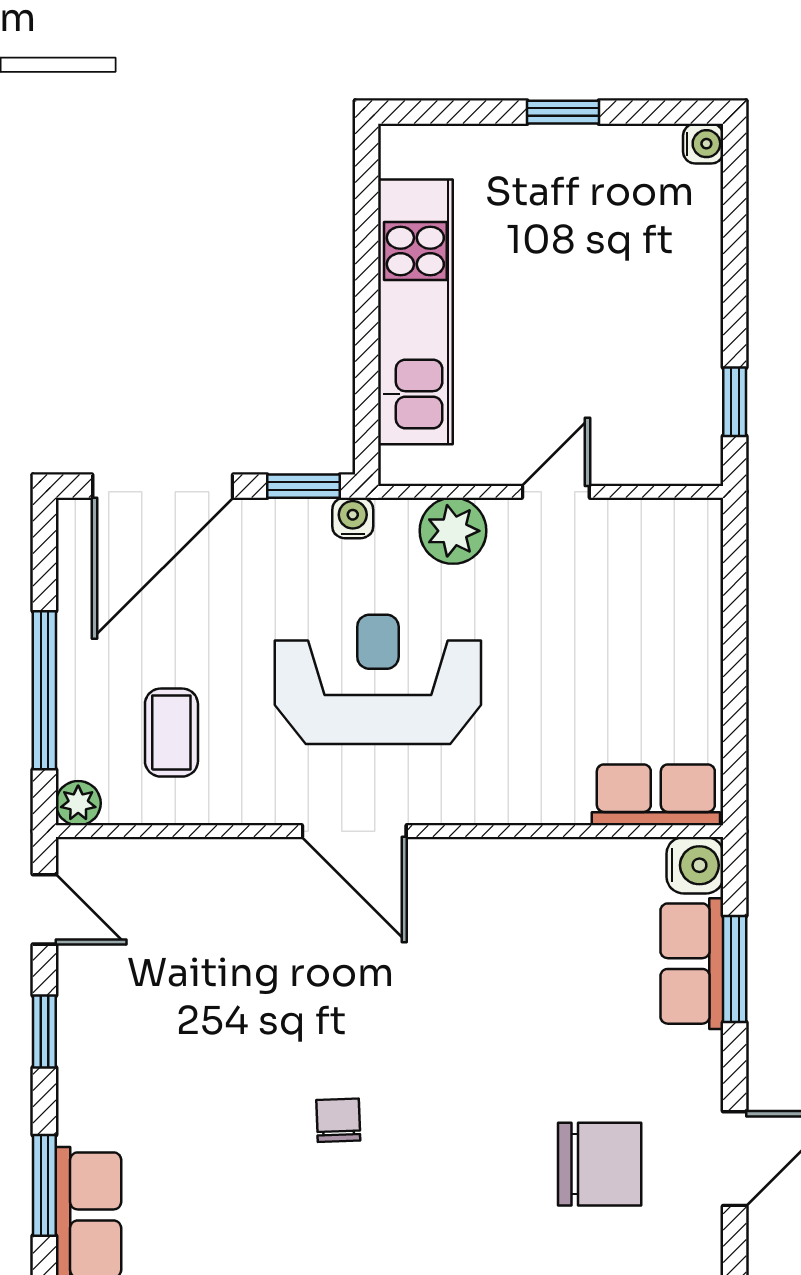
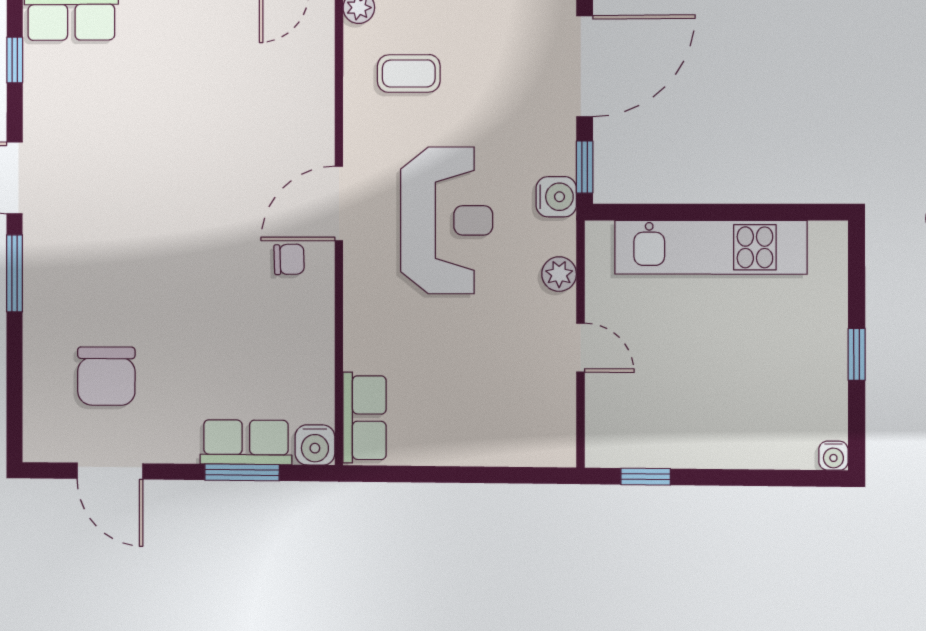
door: (163, 486) -> (585, 66), swing flipped
water cooler: (353, 518) -> (556, 197), width x1.38, depth x1.38
plant: (453, 531) -> (559, 274), width x0.73, depth x0.73
chair: (338, 1120) -> (289, 259), moved

